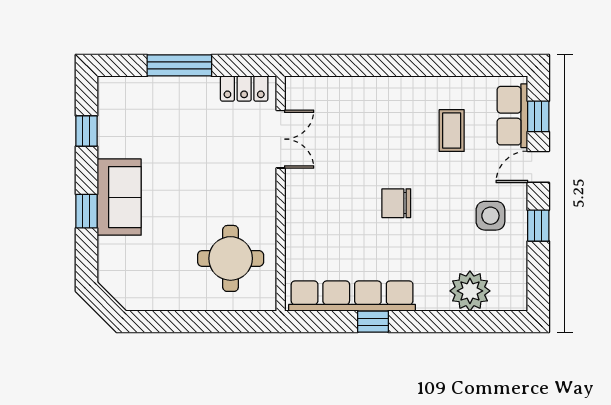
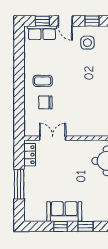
window: (86, 131) -> (61, 226), moved
coffee table: (452, 131) -> (43, 81), moved
sofa: (119, 197) -> (64, 212), moved
chair: (396, 203) -> (45, 102), moved, turned 90

